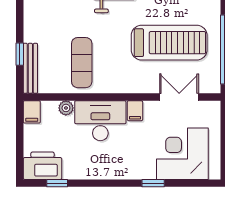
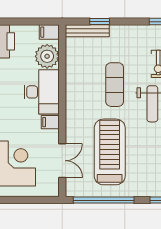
treadmill: (169, 43) -> (110, 152), turned 180
exercise mat: (82, 63) -> (115, 85), moved, turned 90
plant: (66, 108) -> (47, 56), width x1.87, depth x1.87

